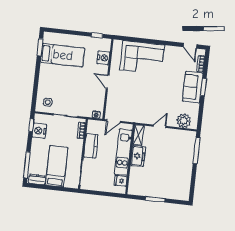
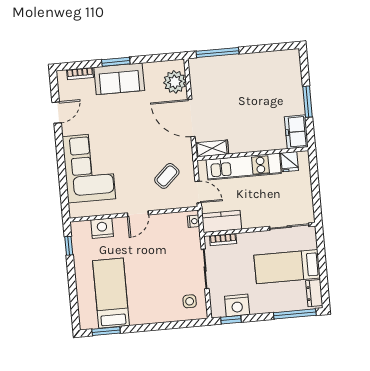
door: (190, 46) -> (57, 113), moved
coffee table: (127, 104) -> (167, 176), added
door: (160, 126) -> (191, 118), width x1.88
kitchen counter: (91, 146) -> (222, 221), moved
freezer: (138, 156) -> (296, 132), moved, turned -90

